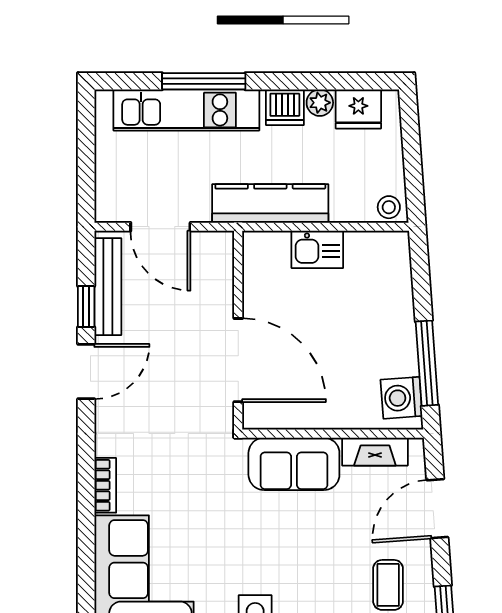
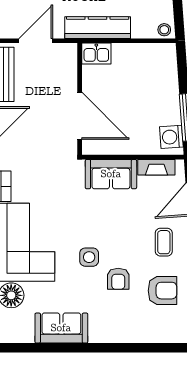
door: (160, 227) -> (36, 41), swing flipped
kitchen sink: (317, 249) -> (96, 53), moved

